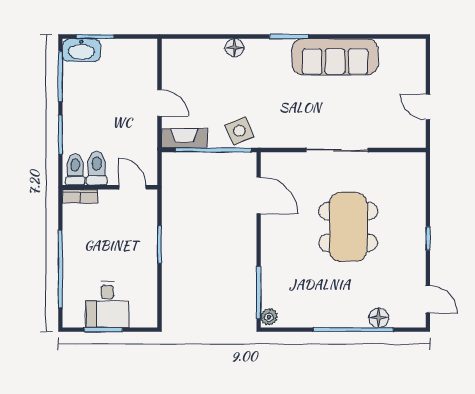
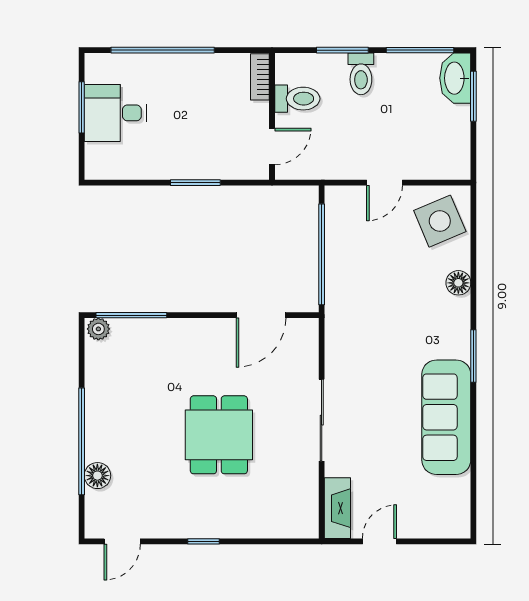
side table: (239, 131) -> (440, 221), moved, width x1.37, depth x1.37
fireplace: (184, 138) -> (337, 508), moved
toilet: (75, 169) -> (361, 74), moved, turned 90
dining table: (348, 227) -> (219, 435), width x0.73

